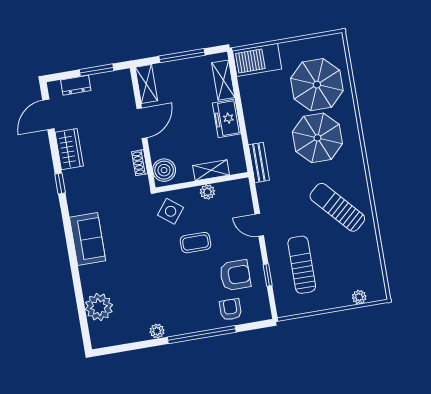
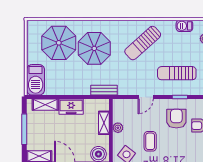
barbecue: (373, 264) -> (184, 26), added

